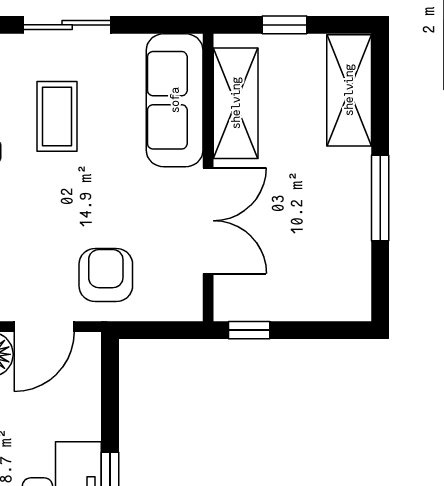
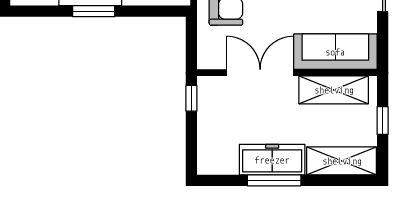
freezer: (347, 201) -> (272, 160), added
double door: (208, 221) -> (260, 73), swing flipped

